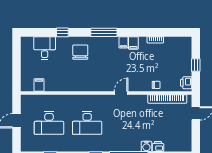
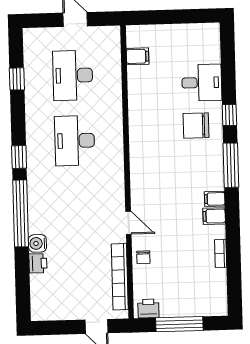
window: (62, 32) -> (229, 115), moved
desk: (45, 48) -> (202, 83), moved
chair: (80, 52) -> (196, 126), turned 180
window: (196, 65) -> (179, 324), width x2.17
door: (121, 93) -> (128, 223), moved

